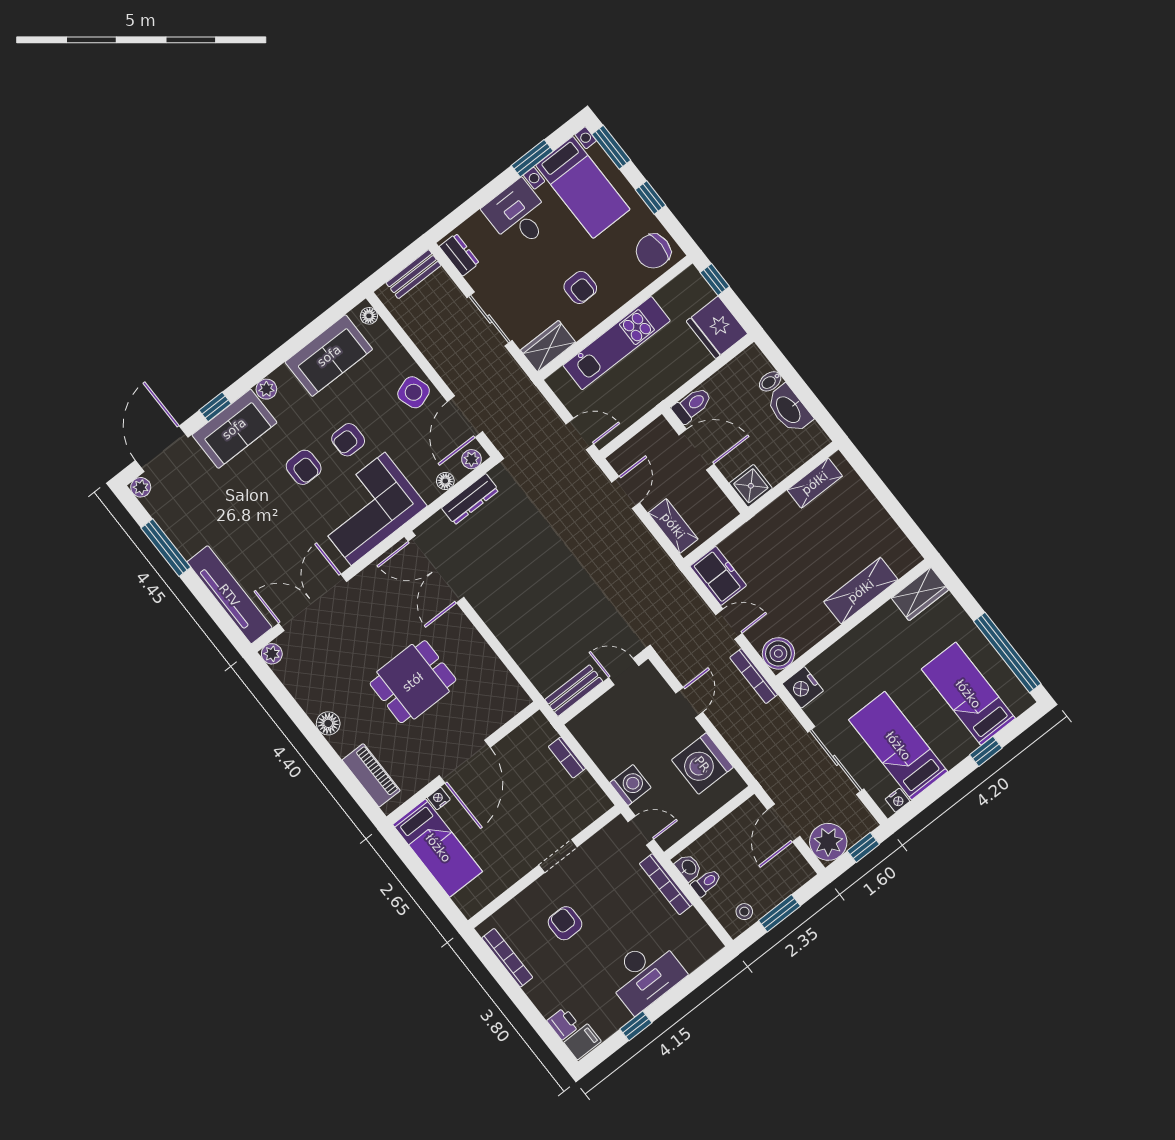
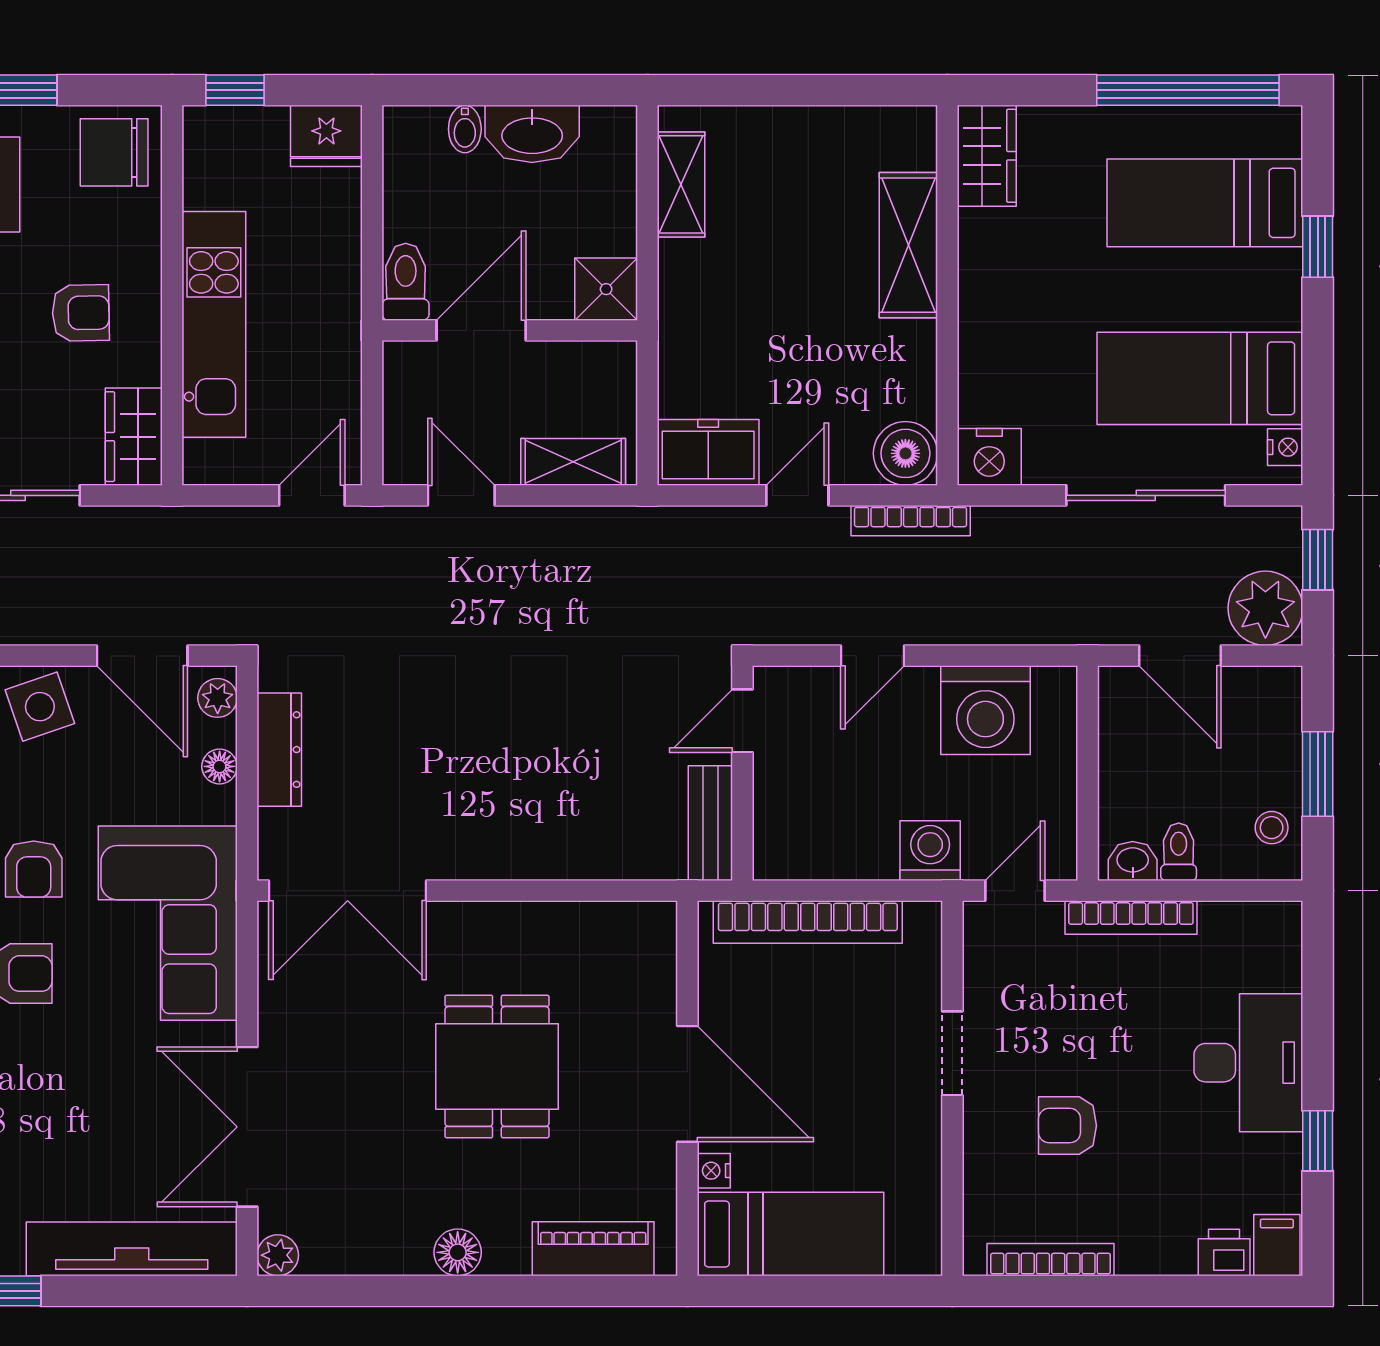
chair: (653, 251) -> (114, 152), turned 90
fridge: (717, 327) -> (326, 136), width x0.73, depth x0.75
door: (689, 703) -> (873, 656), swing flipped
bookcase: (567, 757) -> (808, 922), width x2.31, depth x1.31

